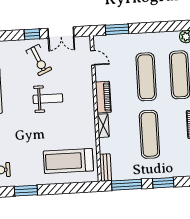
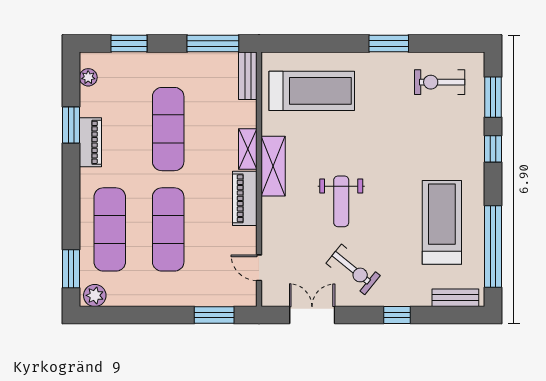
window: (32, 34) -> (397, 315), moved
exercise bike: (39, 60) -> (353, 269), turned 153
weight bench: (48, 99) -> (341, 201), turned -90
shelving: (88, 117) -> (273, 166), added
window: (163, 183) -> (129, 44), moved

